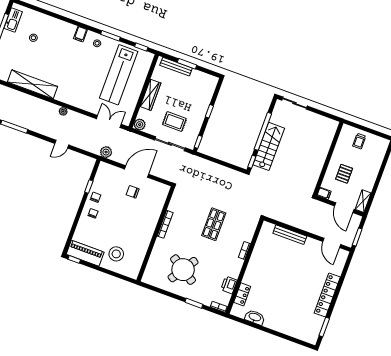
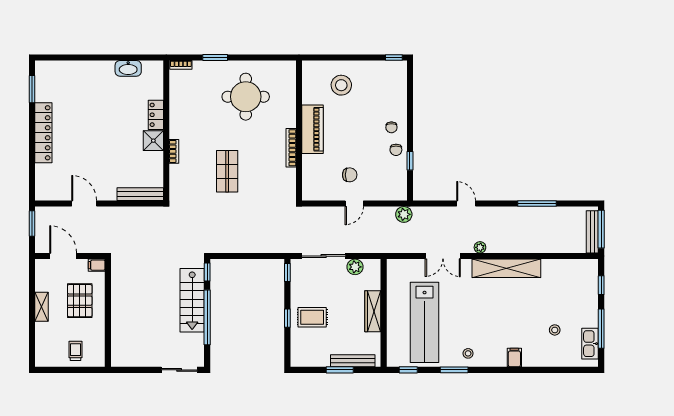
filing cabinet: (80, 34) -> (514, 358), moved
lab bench: (119, 75) -> (425, 322), turned 180
shelving: (33, 84) -> (506, 268), moved
double door: (109, 122) -> (443, 256), moved
rug: (174, 122) -> (312, 317), moved
plant: (140, 125) -> (355, 267), moved
door: (62, 144) -> (466, 203), hinge flipped
door: (137, 172) -> (354, 203), width x0.53
pallet: (344, 174) -> (80, 301), width x1.50, depth x1.42
shelving: (363, 201) -> (42, 307), moved
bench: (290, 235) -> (140, 194), moved
door: (332, 243) -> (84, 203), moved
piano: (85, 253) -> (313, 129), moved, turned -90
shower: (256, 263) -> (153, 141), added
round table: (183, 270) -> (246, 97), turned -33
printer: (229, 285) -> (178, 99), removed
locker: (242, 294) -> (156, 115), moved

